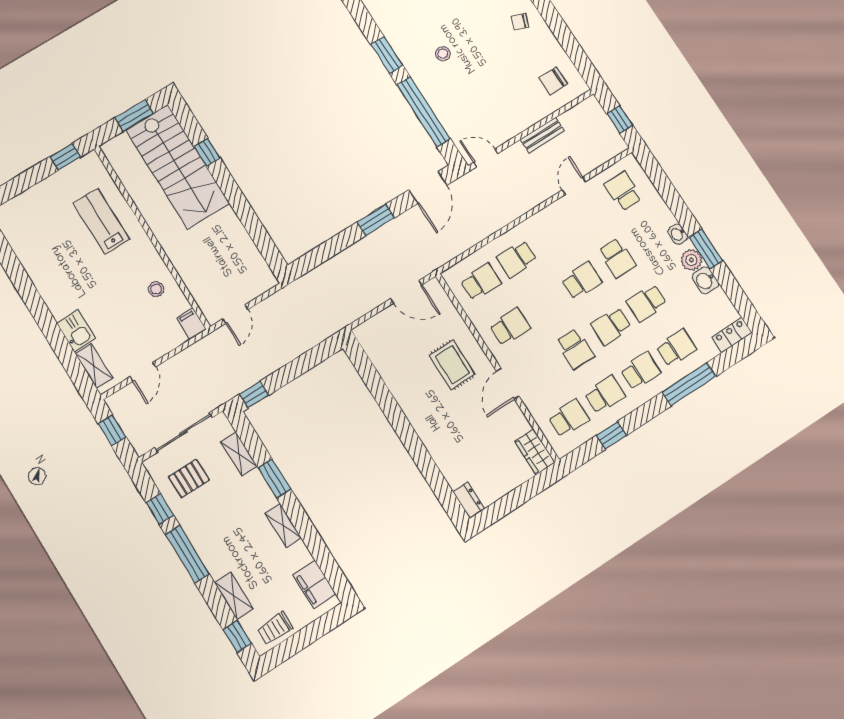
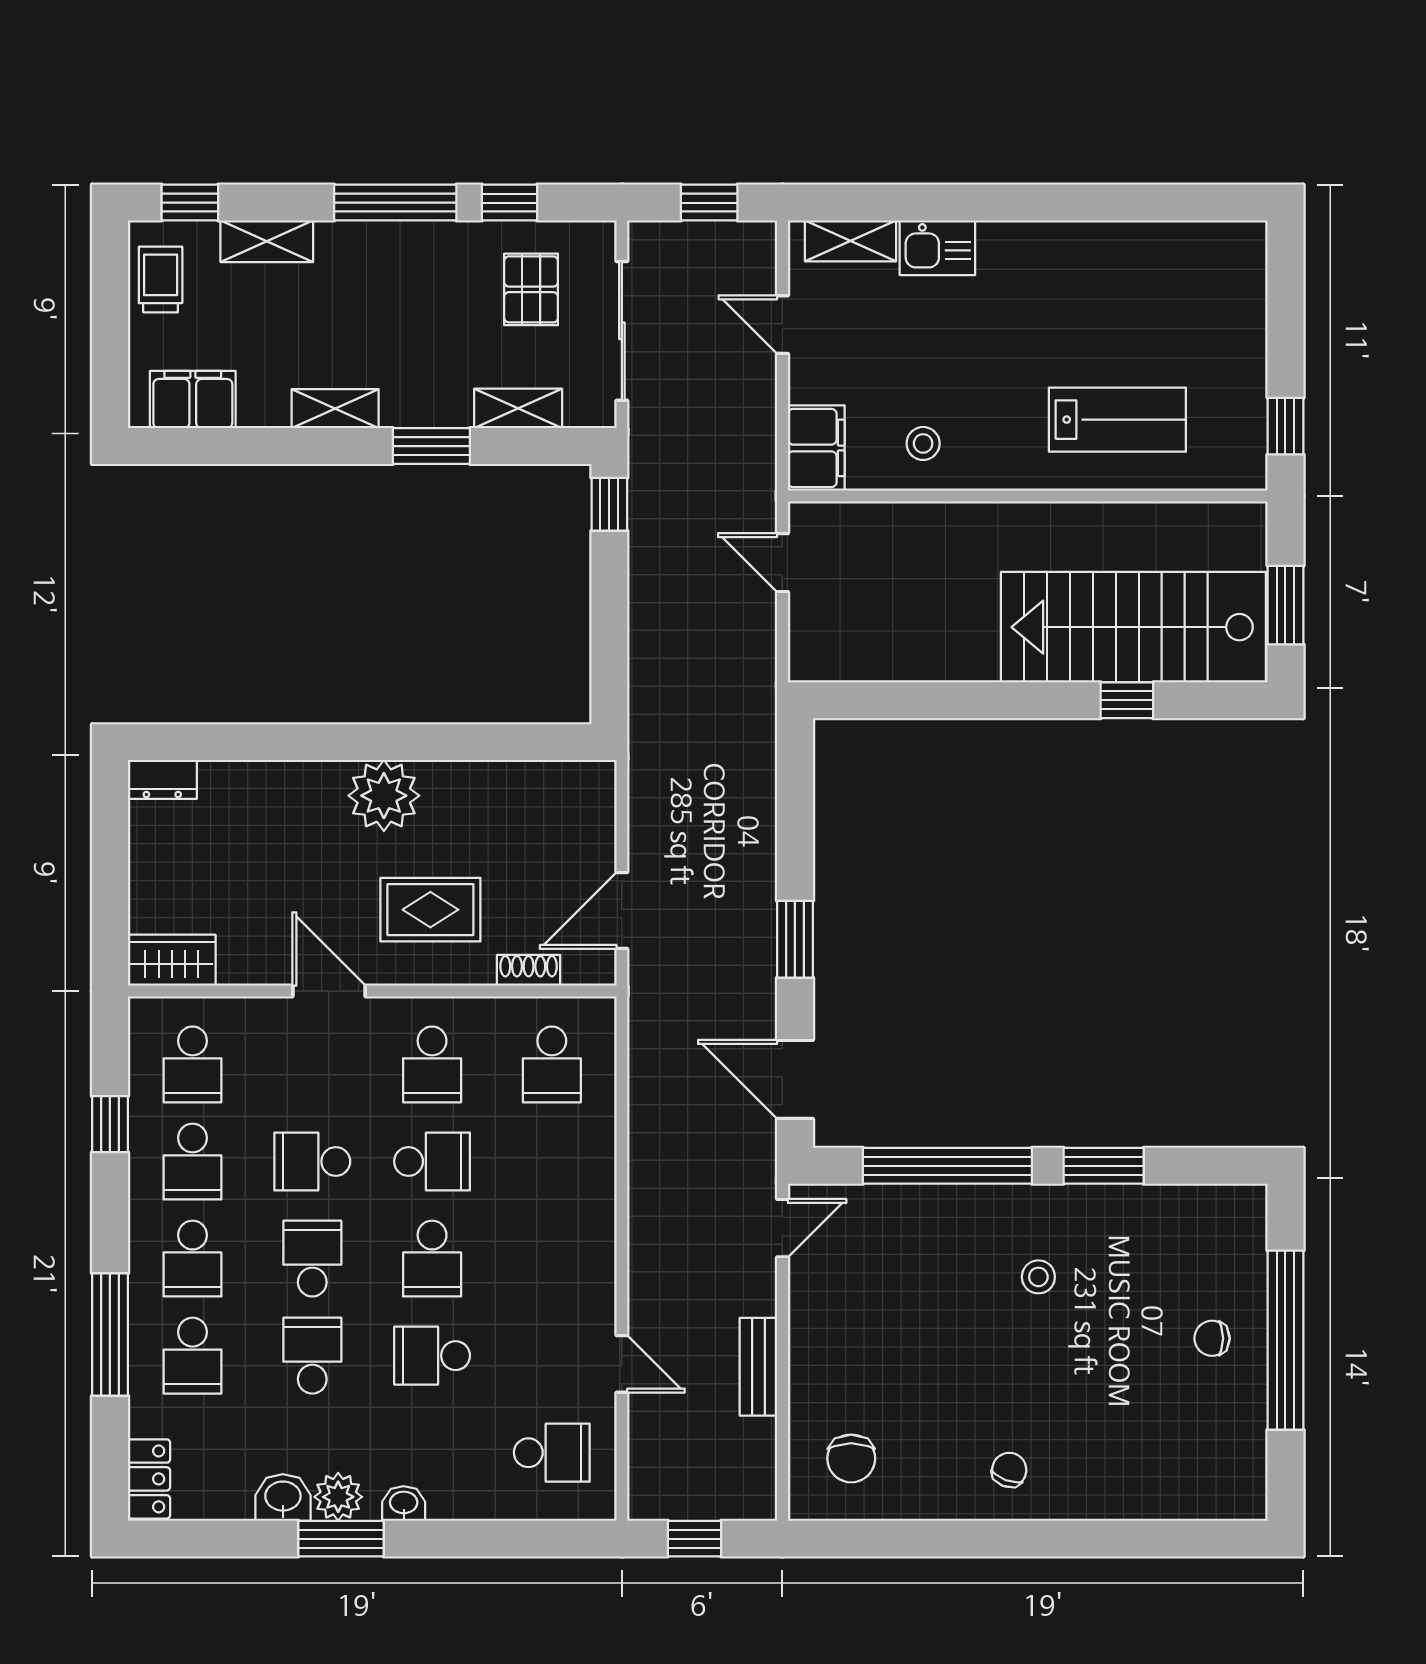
chair: (553, 81) -> (851, 1458), turned 180
school desk: (517, 259) -> (432, 1161), moved, turned 90
shoe rack: (451, 313) -> (529, 970), added
filing cabinet: (191, 324) -> (816, 448), width x2.00
plant: (420, 410) -> (384, 796), added

